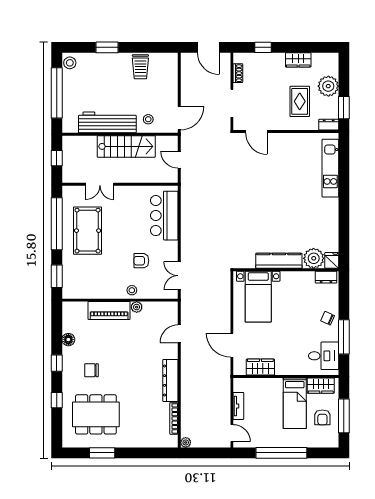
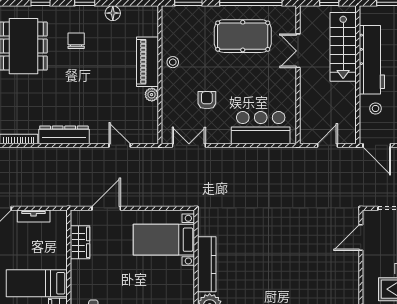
stairs: (126, 146) -> (343, 47), moved
stool: (132, 290) -> (173, 62), moved

